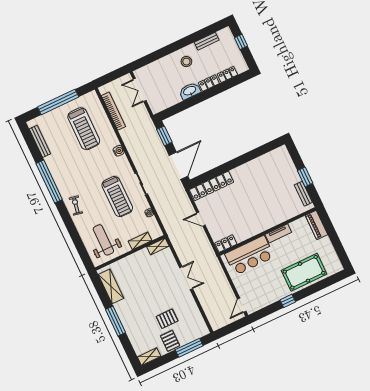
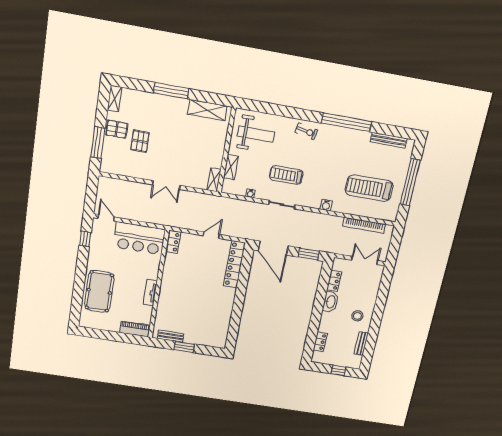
locker: (209, 83) -> (334, 281), moved
treadmill: (117, 197) -> (286, 175), width x0.73, depth x0.73
bar counter: (250, 255) -> (139, 238), moved, turned -90
window: (288, 301) -> (85, 239), moved

